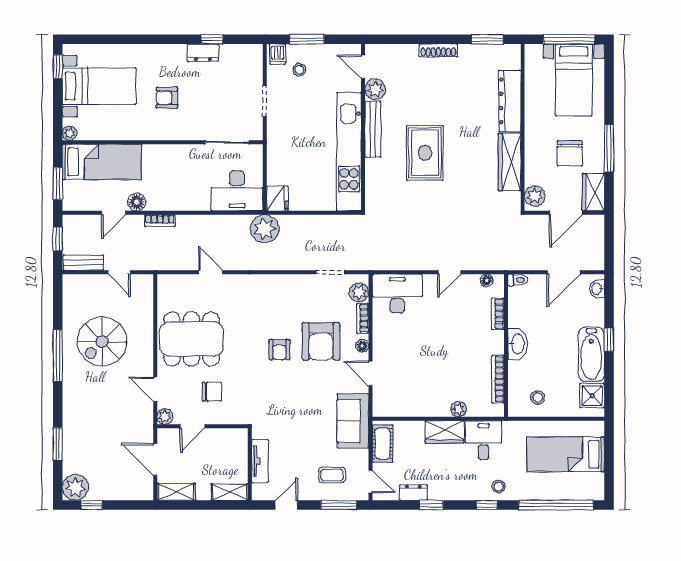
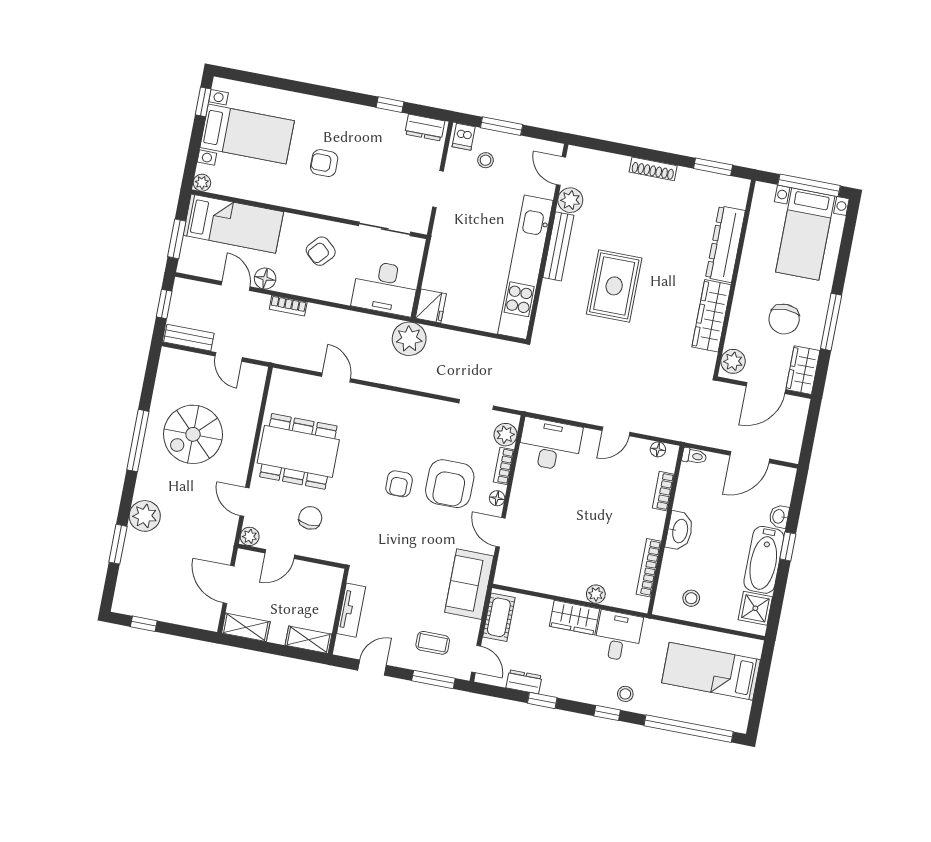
dresser: (203, 53) -> (425, 128), moved
armchair: (178, 171) -> (321, 251), added
door: (114, 213) -> (236, 286), swing flipped
washbasin: (597, 289) -> (779, 516), moved
chair: (212, 392) -> (310, 518), turned -85
plant: (75, 487) -> (145, 516), moved

